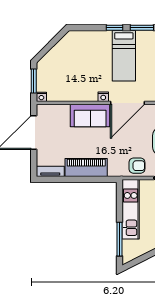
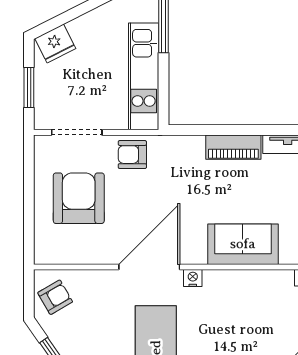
sofa: (90, 116) -> (243, 244), moved
piano: (86, 168) -> (233, 147), width x0.73, depth x0.75

